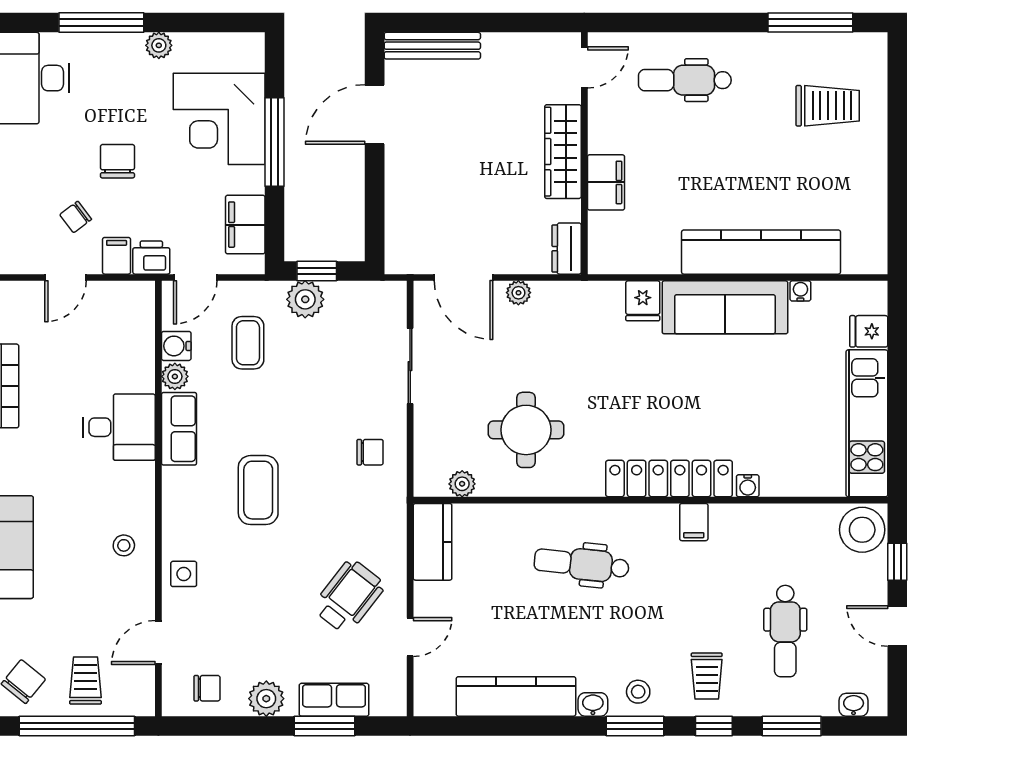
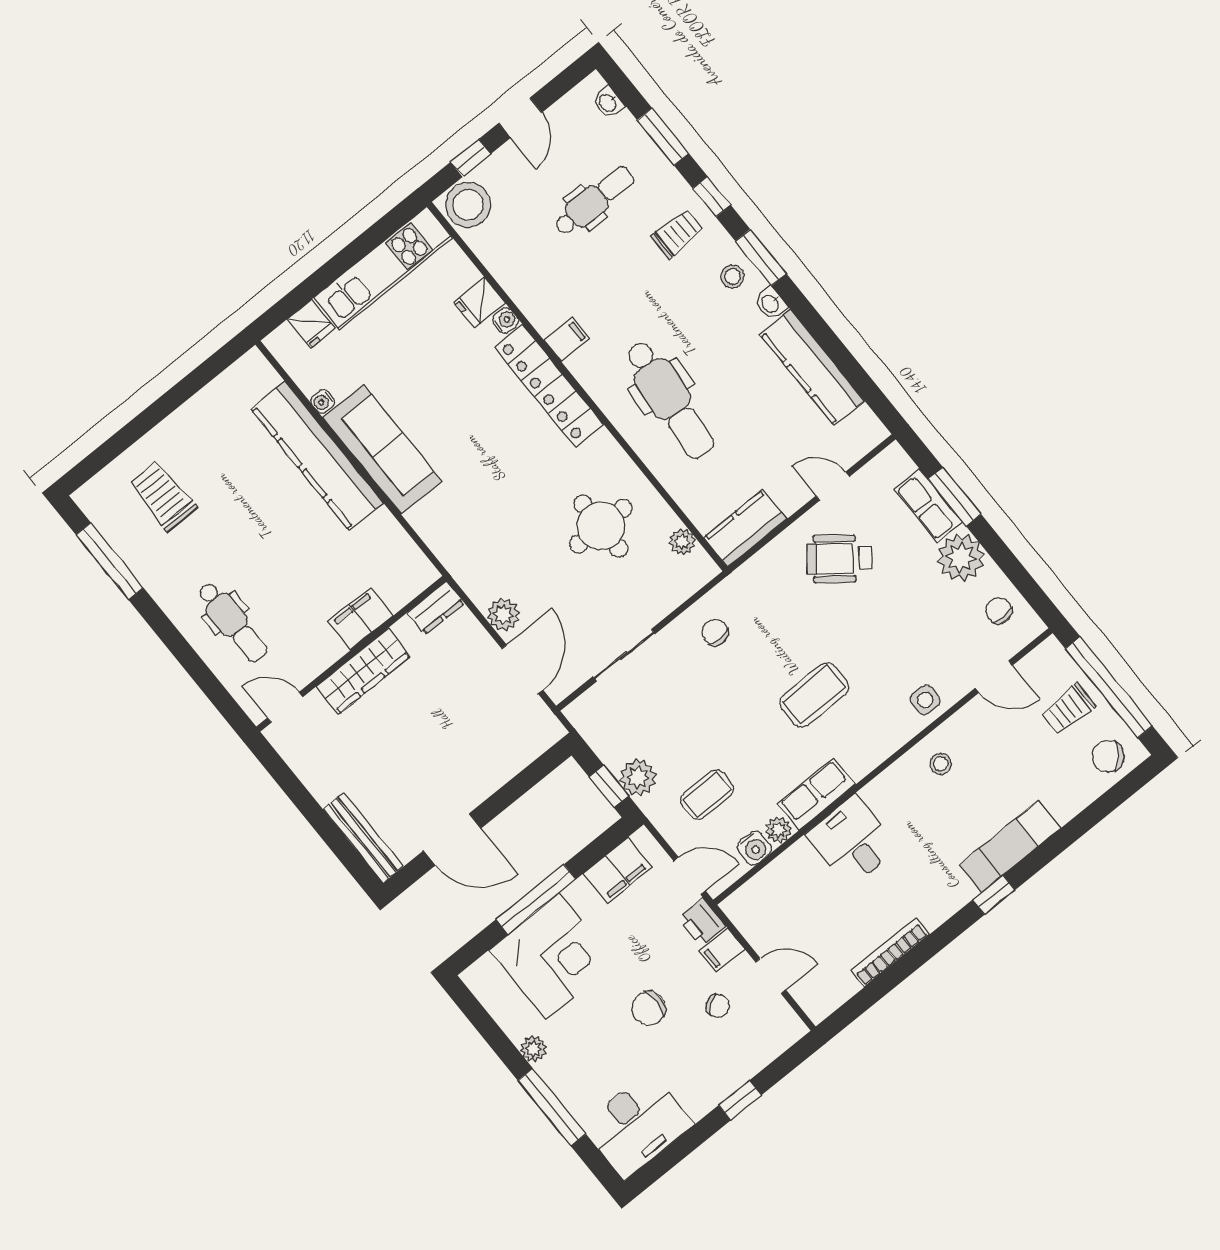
plant: (518, 293) -> (503, 615), width x1.38, depth x1.38
fridge: (643, 301) -> (479, 303), moved, turned 180
dental chair: (582, 564) -> (669, 400), width x1.36, depth x1.38
plant: (266, 699) -> (961, 558), width x1.36, depth x1.36

